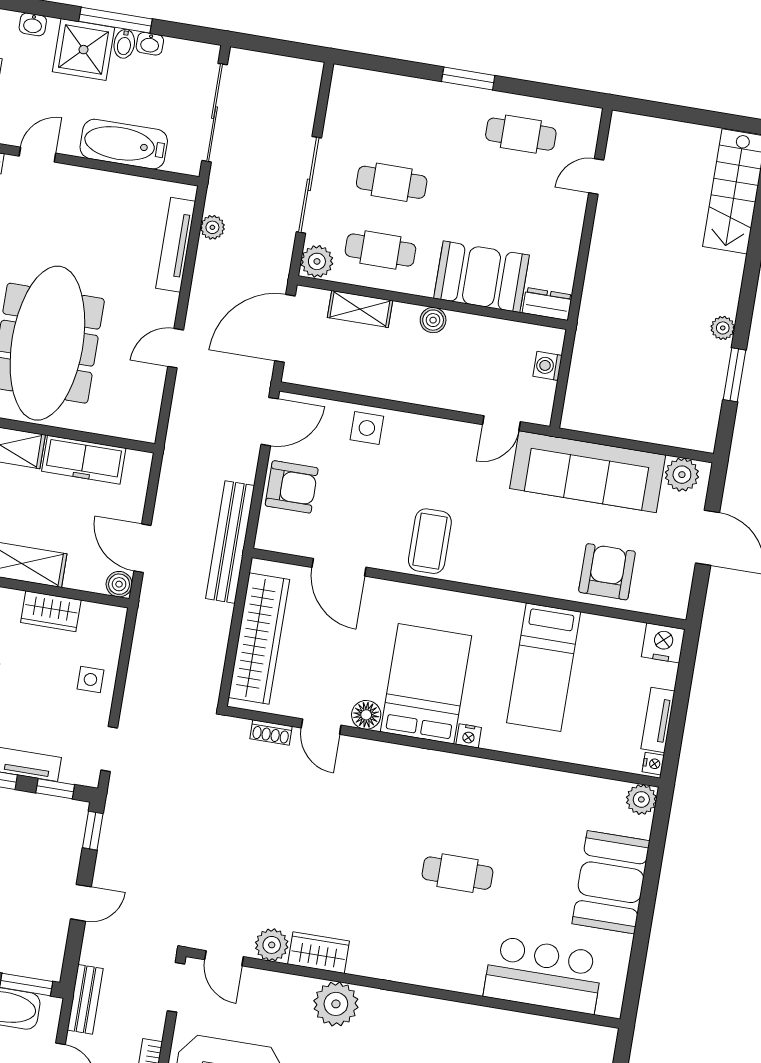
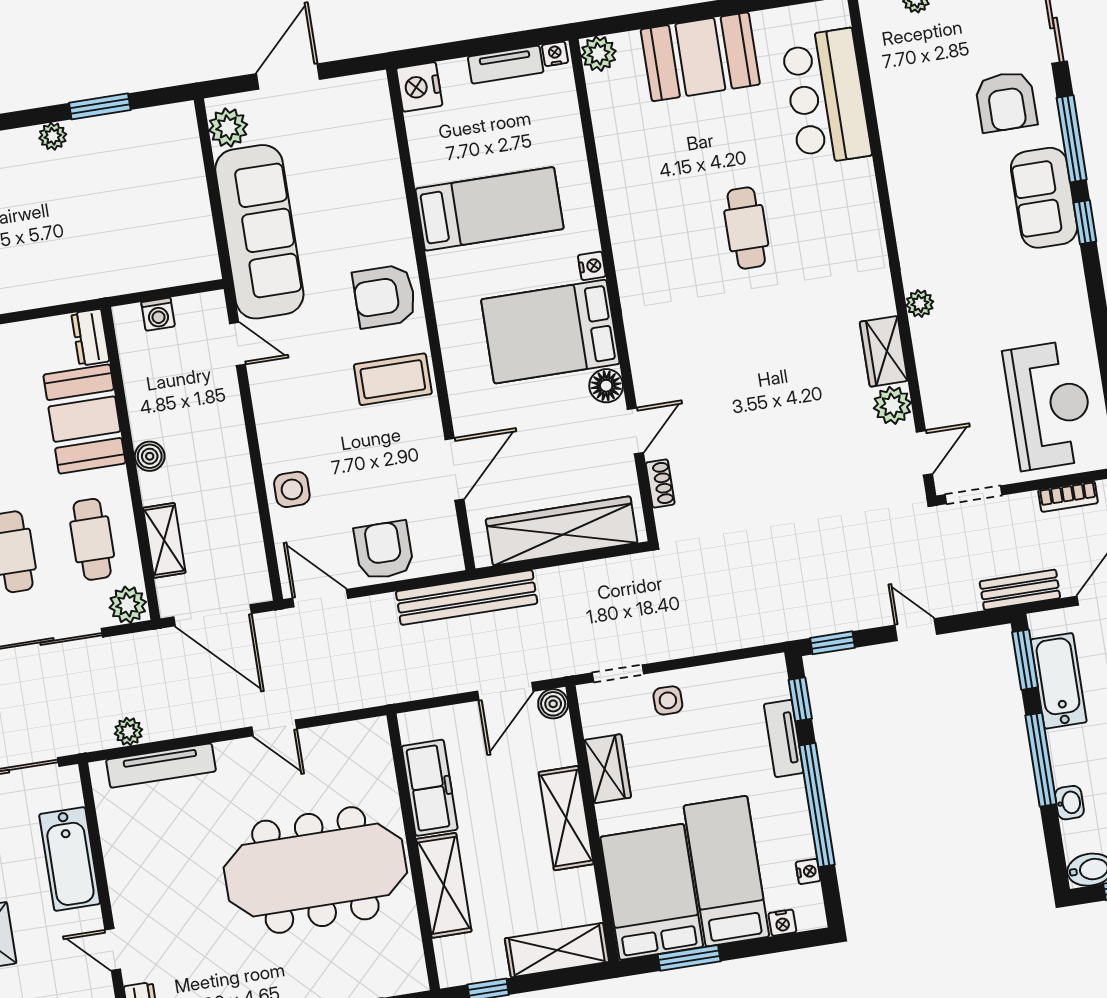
armchair: (607, 572) -> (385, 296), moved
doorway: (109, 749) -> (618, 673), moved
plant: (336, 1004) -> (920, 304), width x0.53, depth x0.53

